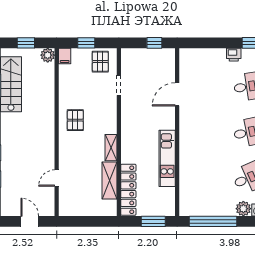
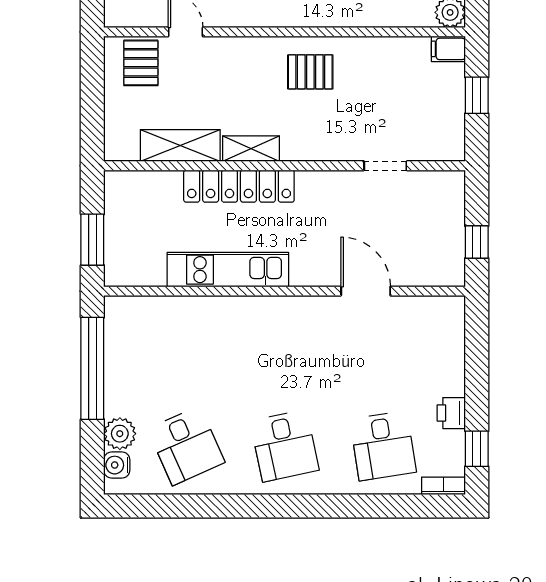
pallet: (100, 62) -> (141, 63), moved, turned 90
locker: (128, 190) -> (239, 186), moved

